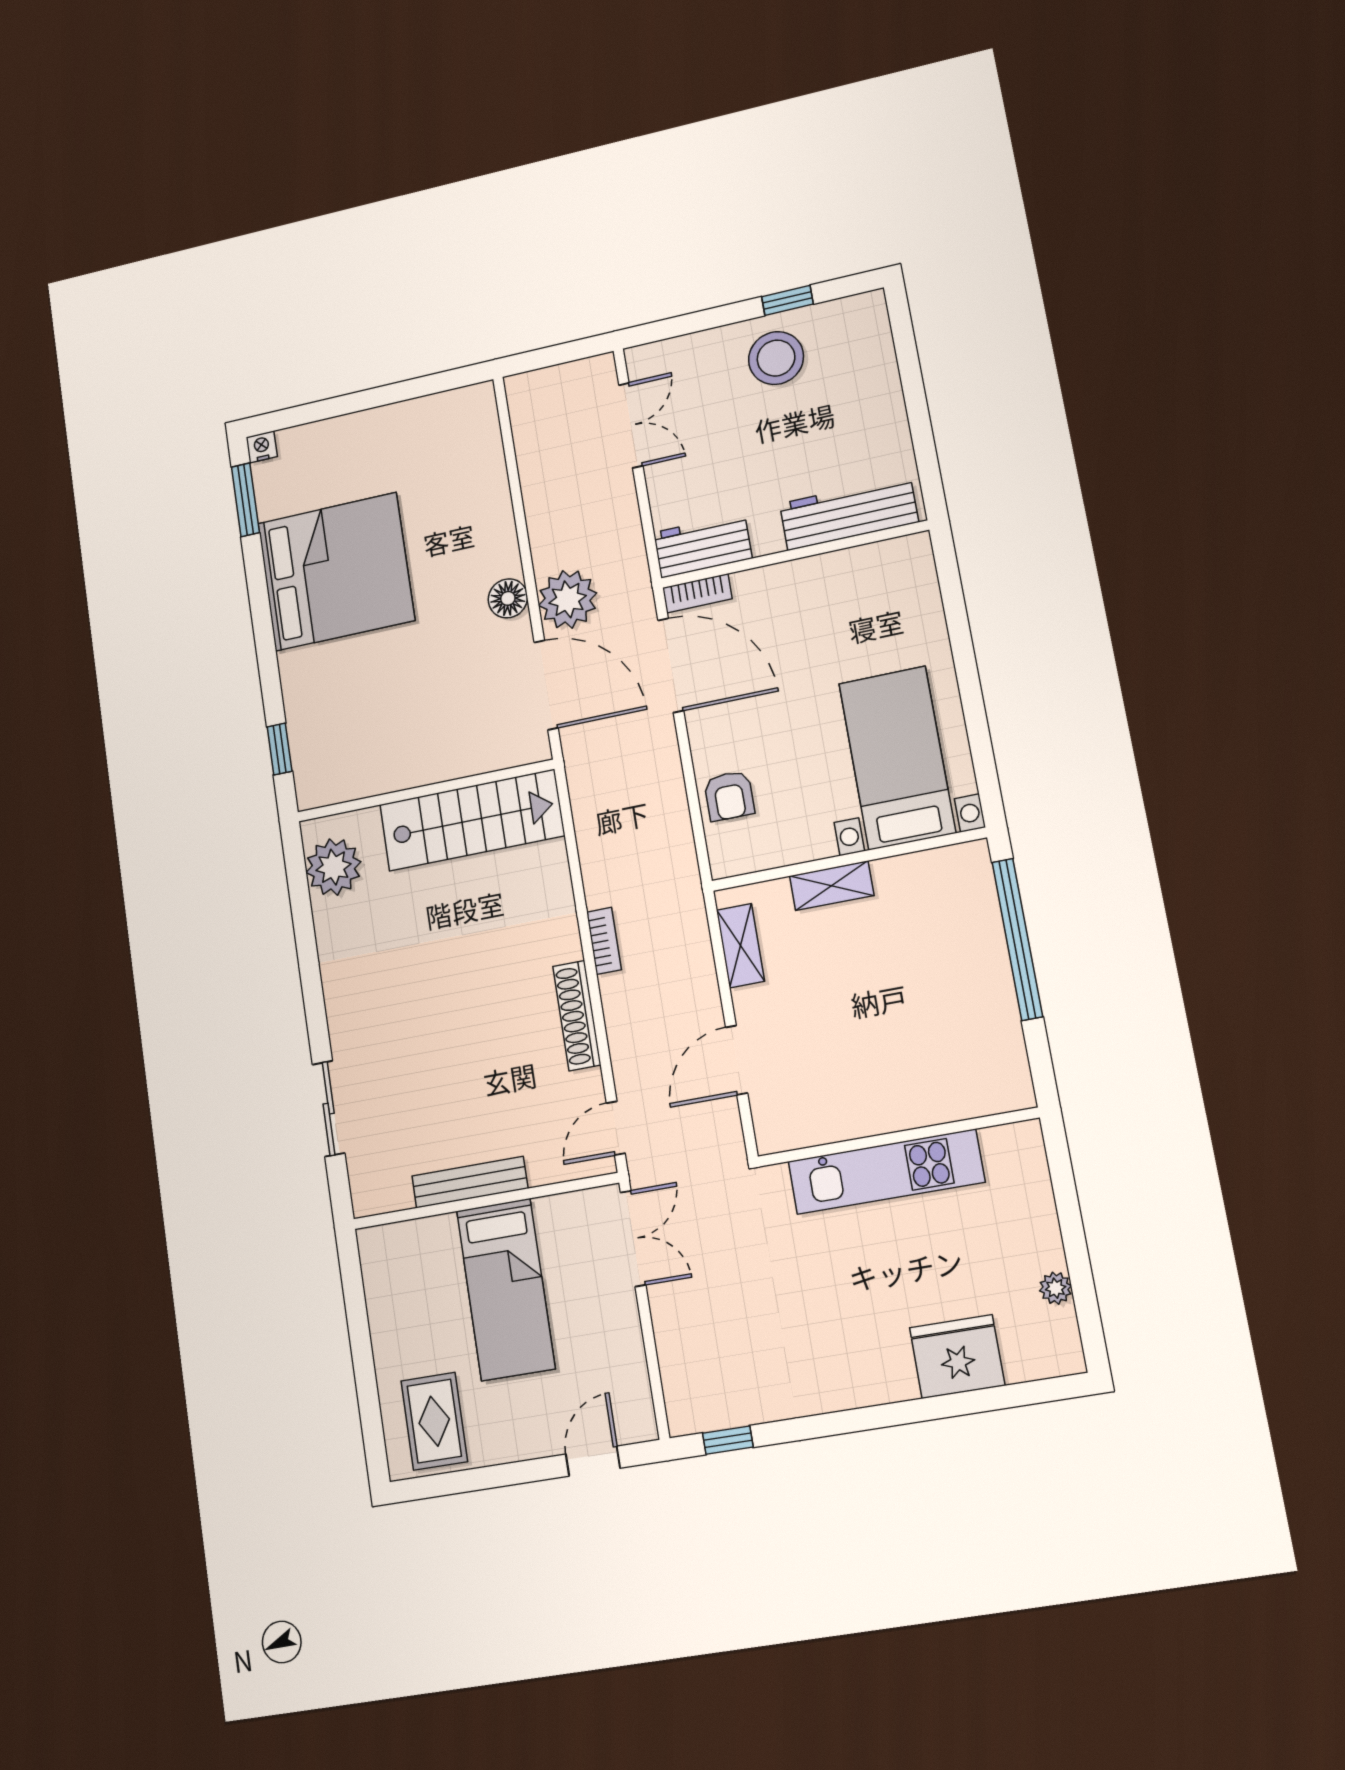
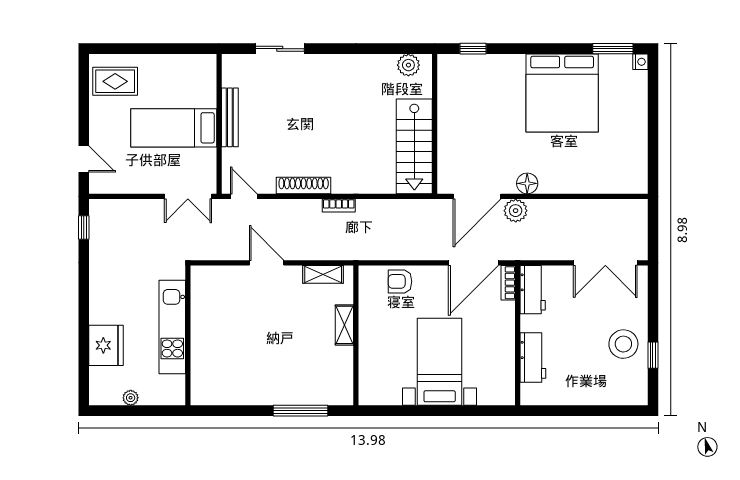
double door: (631, 425) -> (605, 263), width x1.37
workbench: (849, 513) -> (533, 357), width x0.73
plant: (568, 599) -> (516, 211), width x0.73, depth x0.73
bed with nightstands: (897, 758) -> (440, 362), moved, turned -90
plant: (333, 867) -> (408, 65), width x0.73, depth x0.73
window: (1017, 939) -> (301, 411), width x0.68
wall: (897, 1137) -> (188, 335), moved
kitchen unit: (886, 1172) -> (172, 327), moved

